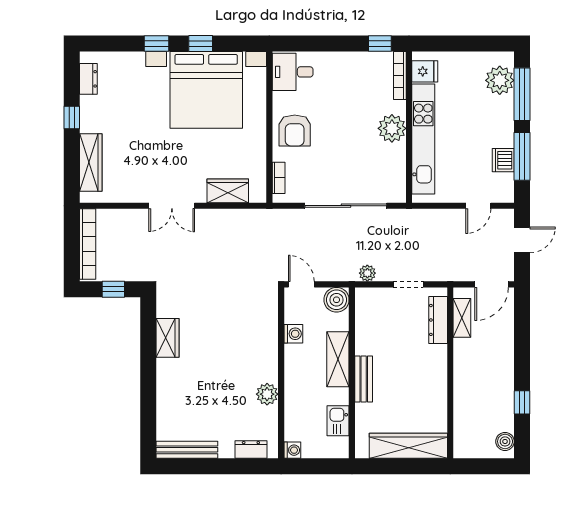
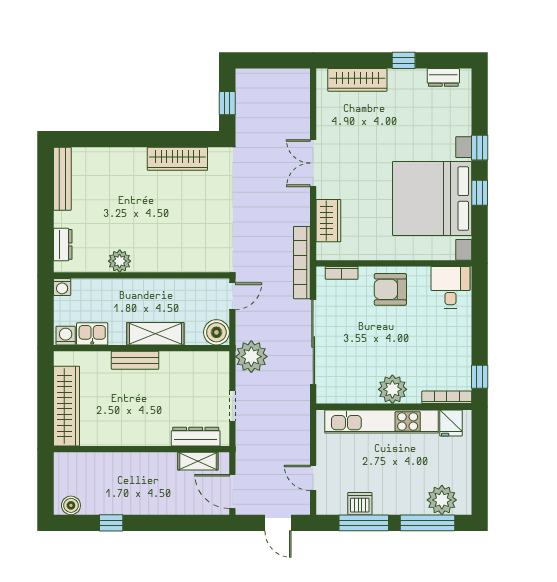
bookcase: (88, 244) -> (302, 263), moved, turned 90
plant: (367, 273) -> (251, 357), width x1.88, depth x1.88
washing machine: (293, 334) -> (66, 336), moved, turned 180
wardrobe: (168, 338) -> (177, 159), width x1.50

